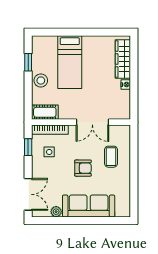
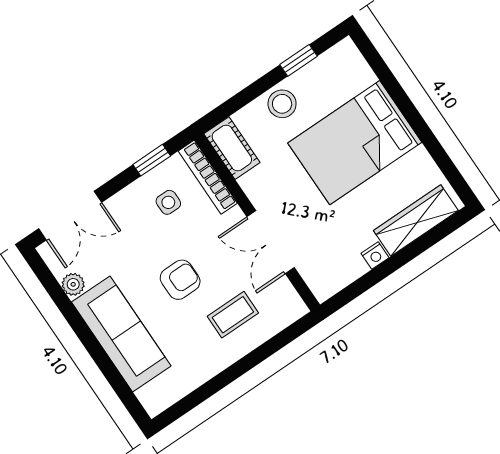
bed: (70, 62) -> (355, 143), width x1.50
armchair: (83, 168) -> (180, 280), turned -90

